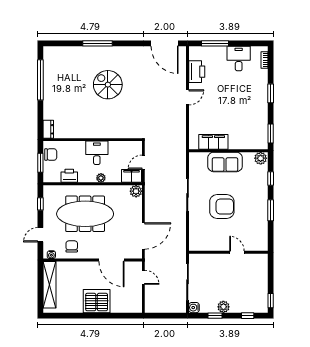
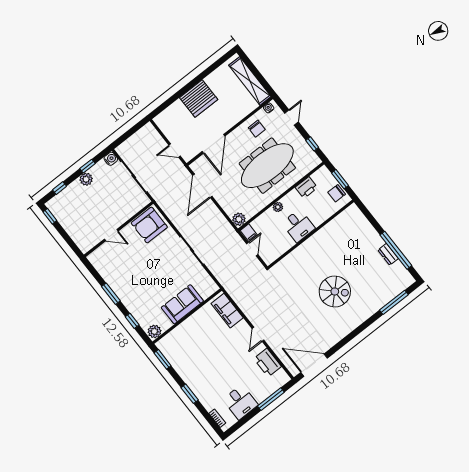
window: (97, 43) -> (394, 302), moved
dresser: (48, 129) -> (388, 254), moved
filing cabinet: (213, 142) -> (227, 311), moved, turned 90
filing cabinet: (132, 176) -> (249, 233), width x0.50
armchair: (222, 207) -> (149, 225), moved
door: (112, 260) -> (214, 144), swing flipped

